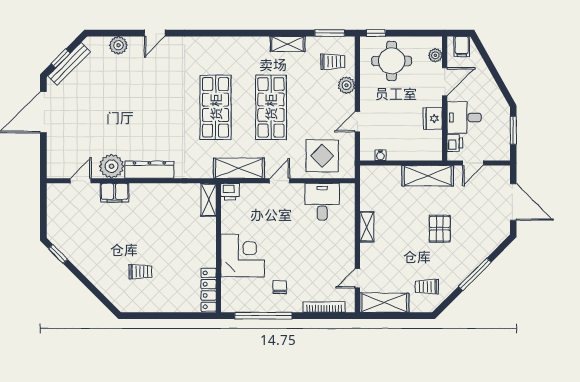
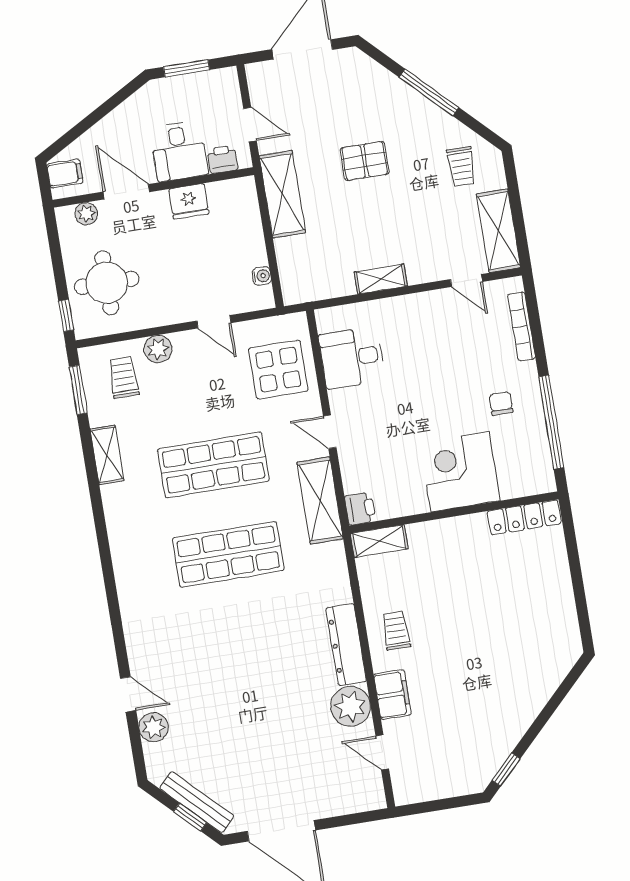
door: (155, 33) -> (128, 694), moved
trolley: (140, 272) -> (396, 630), moved
chair: (280, 287) -> (501, 403), turned 90

